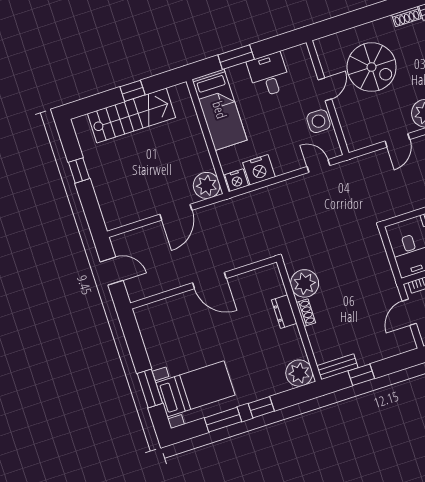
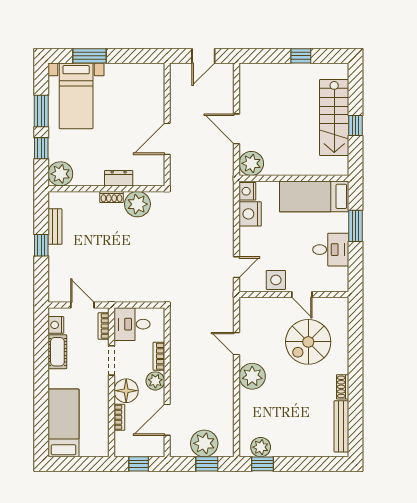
plant: (305, 283) -> (137, 204), moved
dresser: (284, 312) -> (119, 178), moved
shoe rack: (306, 313) -> (112, 197), moved
wall: (299, 321) -> (106, 189), moved
plant: (299, 373) -> (60, 174), moved

